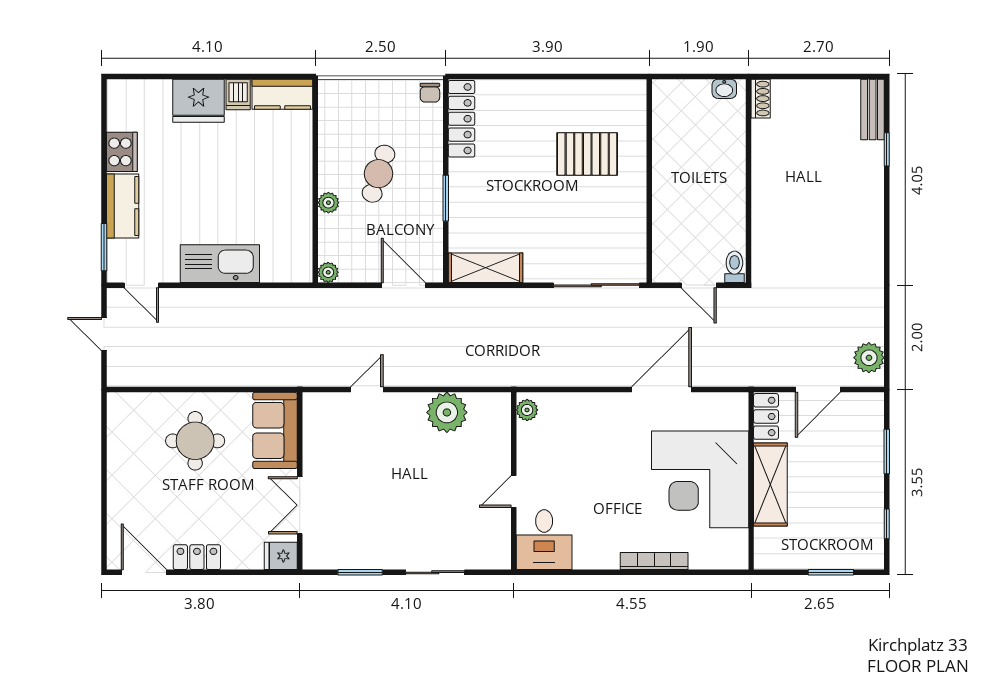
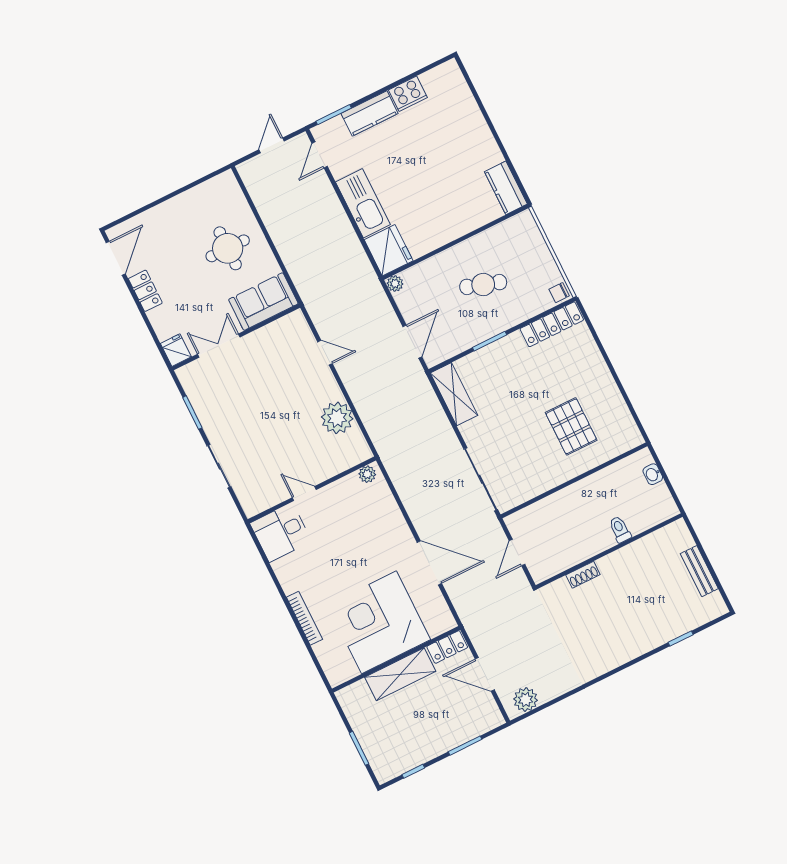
washbasin: (724, 89) -> (653, 474), moved
dishwasher: (238, 94) -> (490, 156), removed
shoe rack: (761, 99) -> (583, 575), moved
fridge: (198, 101) -> (389, 250), moved, turned 180
bench: (873, 109) -> (699, 571), moved, turned 90
plant: (328, 203) -> (445, 259), removed
toilet: (734, 267) -> (620, 529), moved, turned -90

